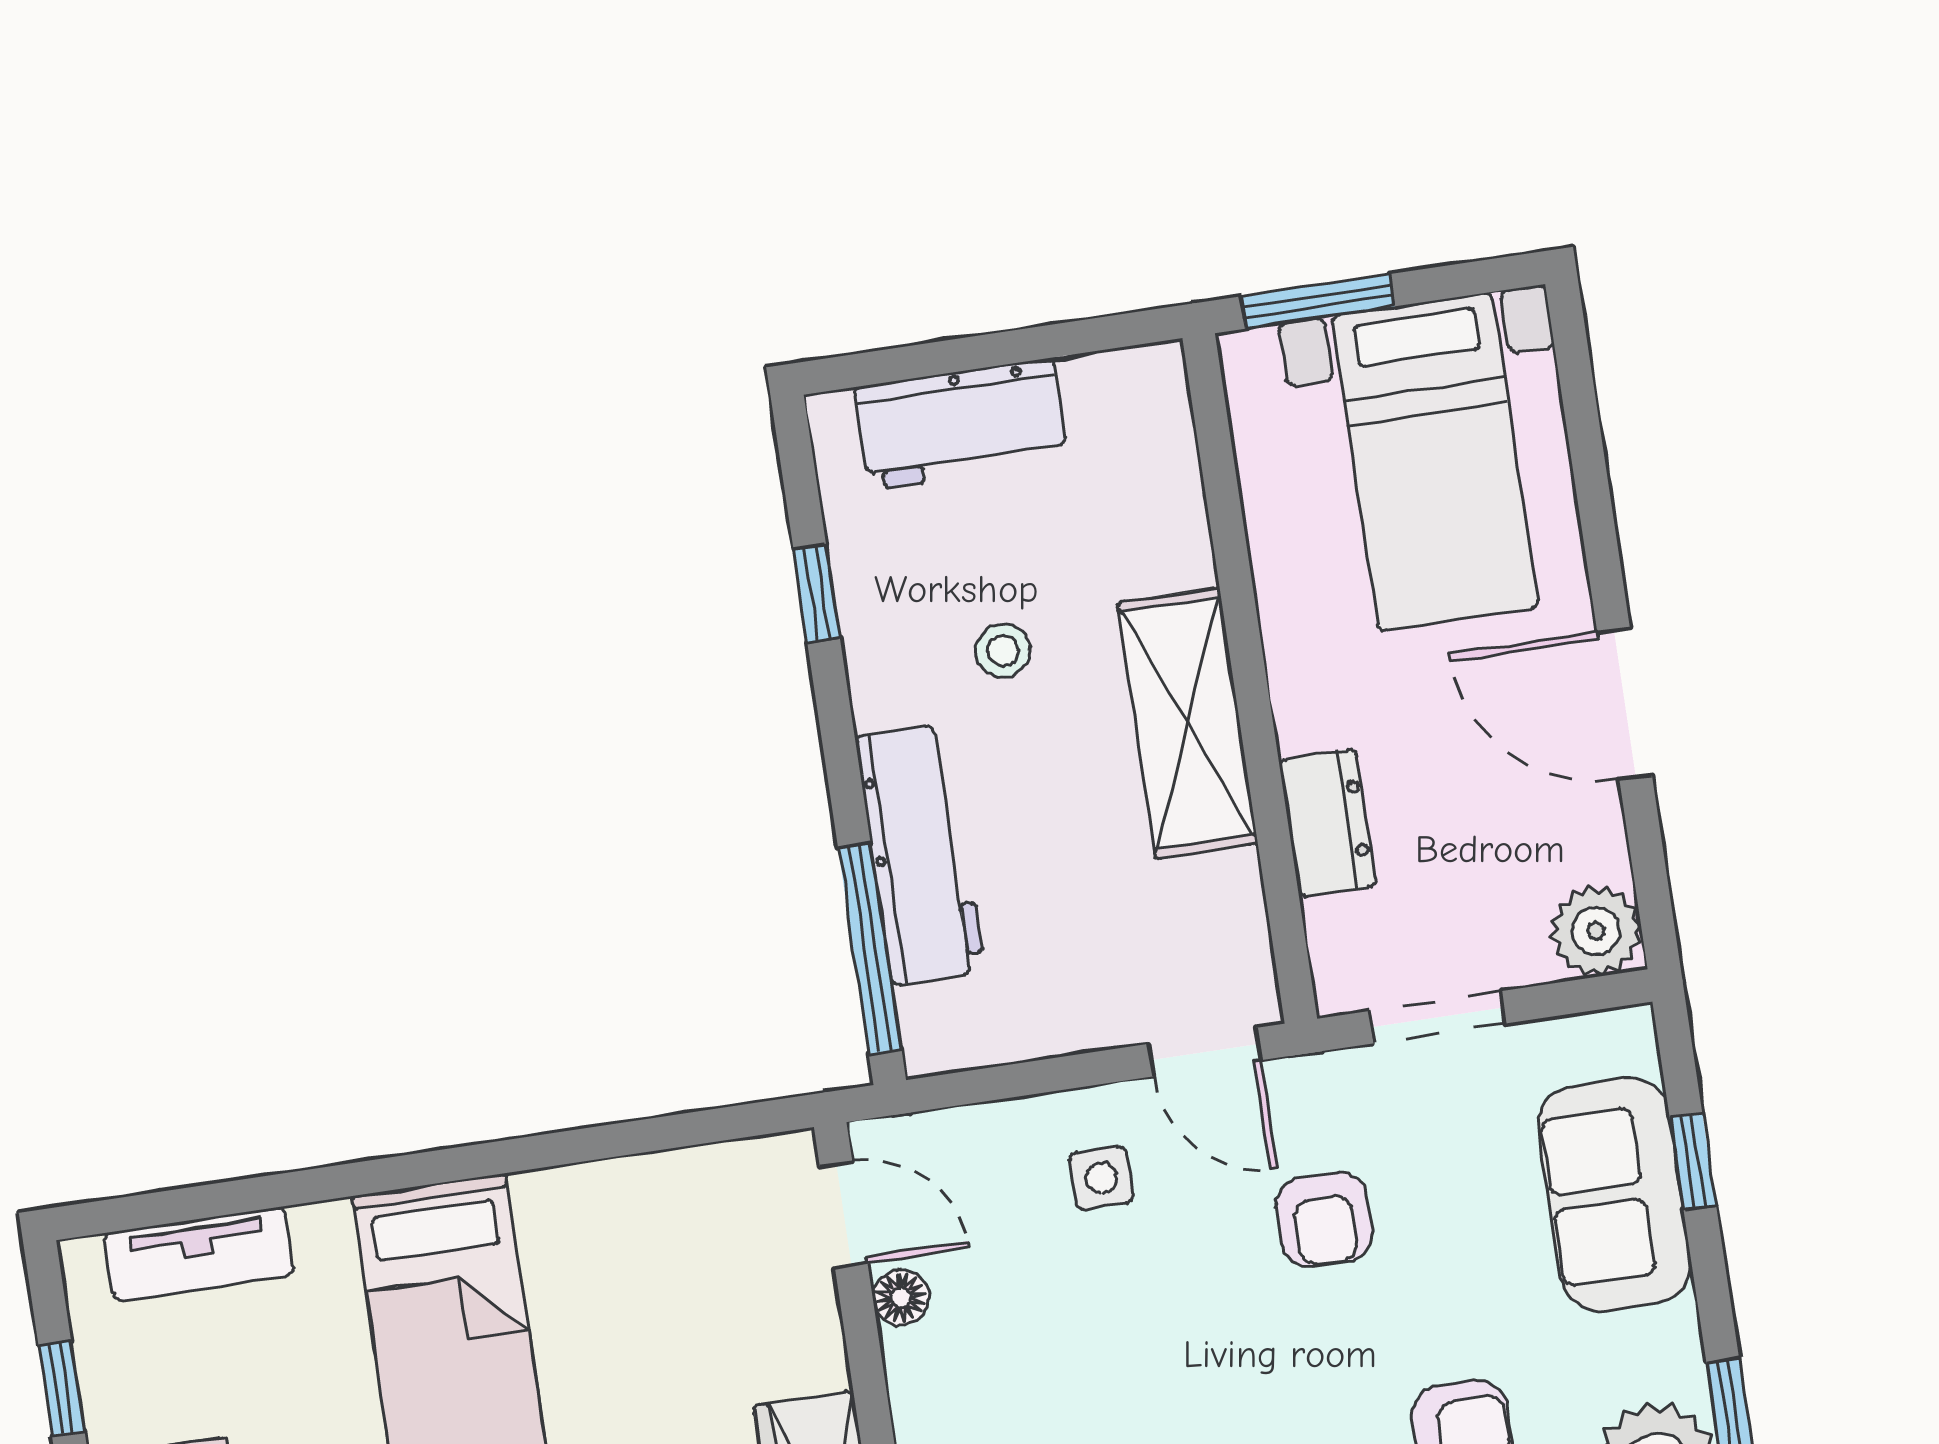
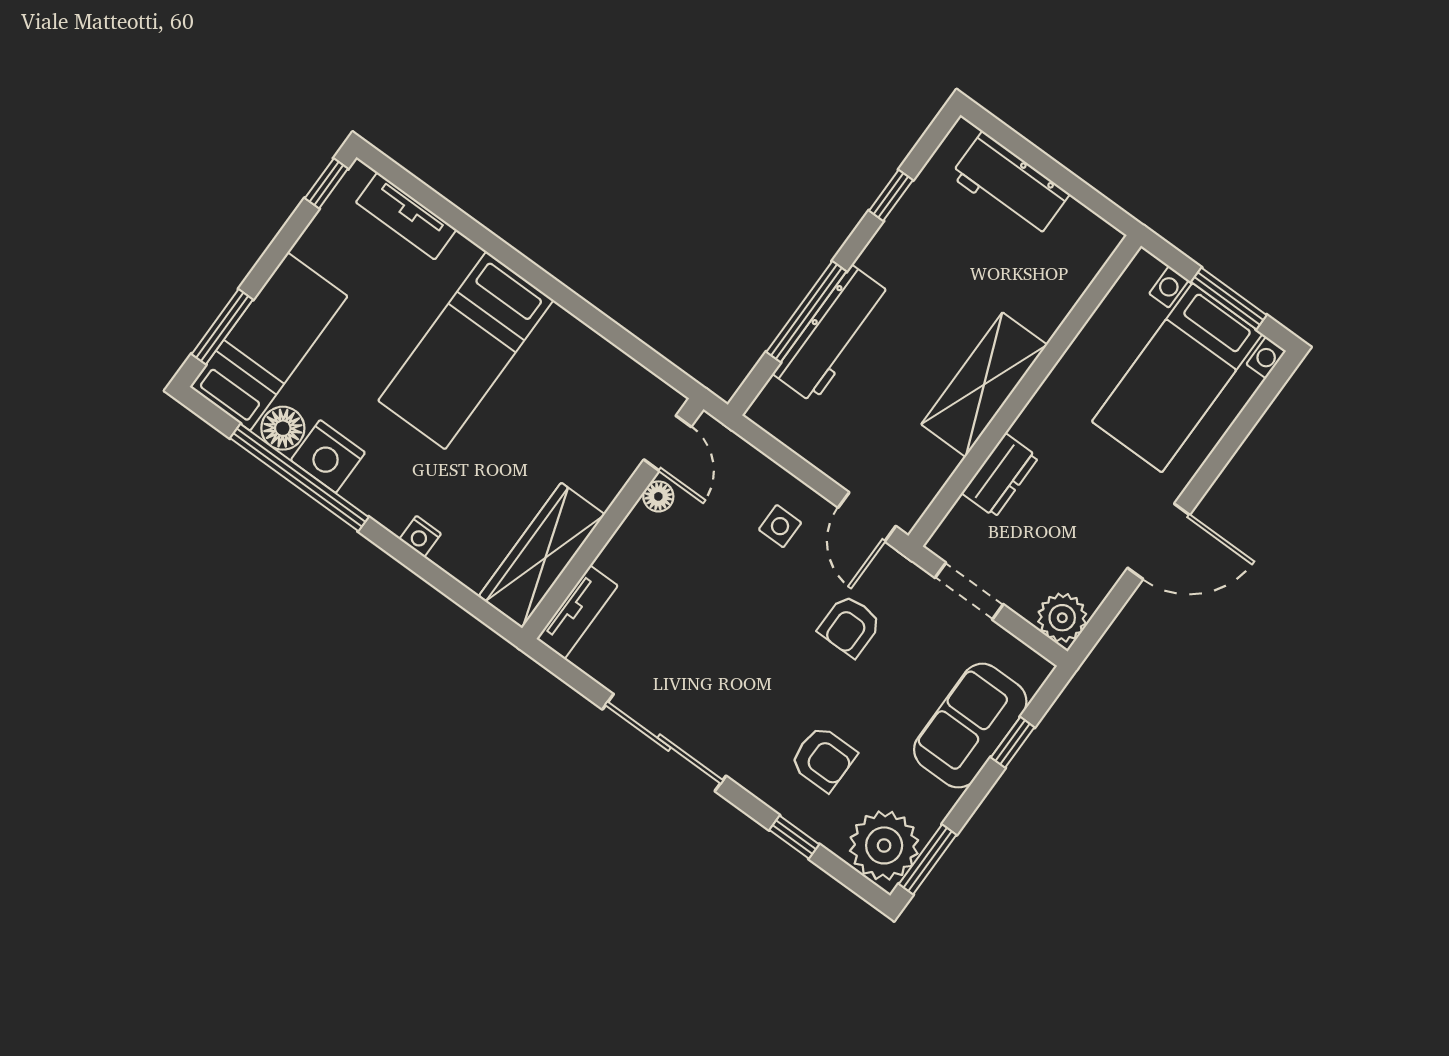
window: (1318, 301) -> (1229, 298), moved
stool: (1003, 650) -> (941, 287), removed
door: (1625, 704) -> (1159, 541), swing flipped
window: (870, 948) -> (806, 312), moved
window: (62, 1388) -> (326, 183), moved

